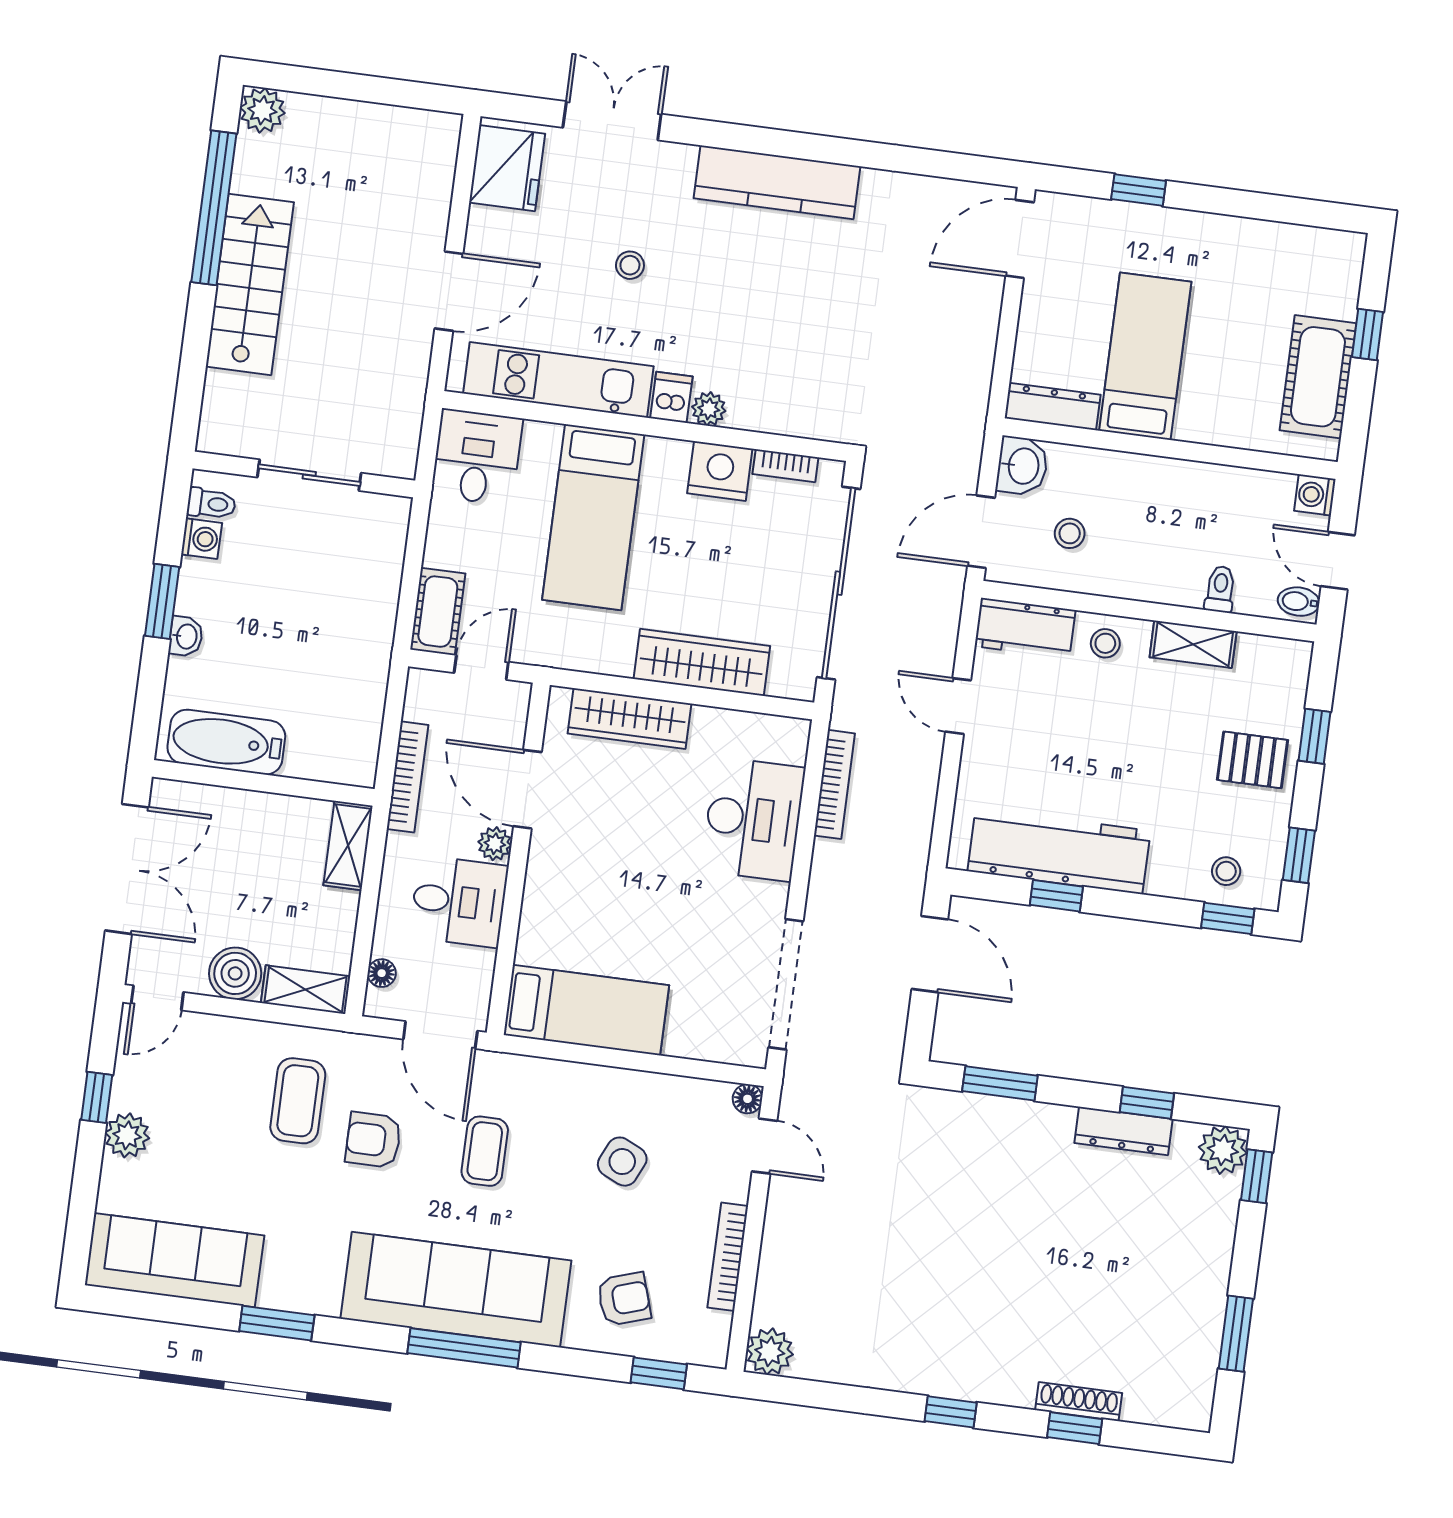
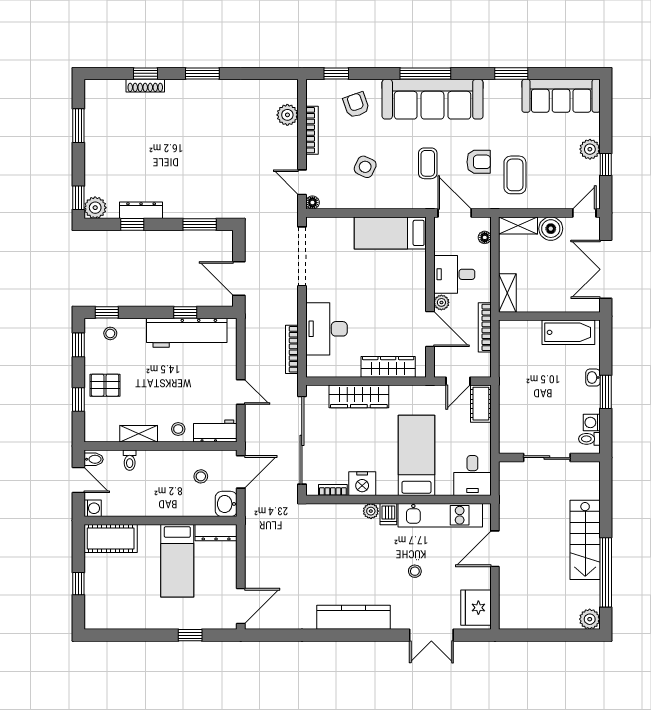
cot: (1318, 377) -> (111, 538), moved, turned 90
armchair: (624, 1299) -> (356, 105), turned 89
plant: (770, 1352) -> (287, 115), moved
window: (951, 1412) -> (202, 73), width x1.50

